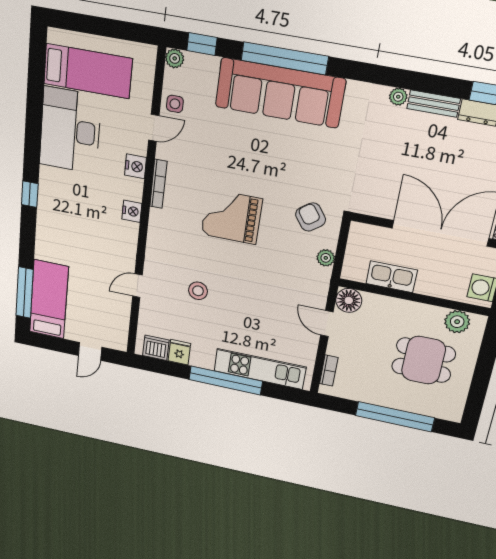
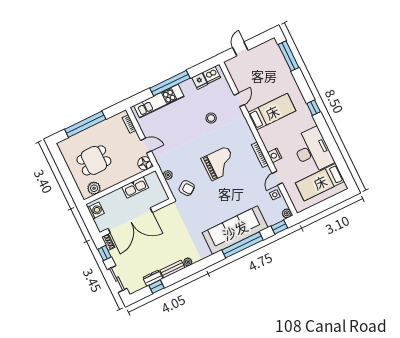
nightstand: (132, 211) -> (264, 134), removed
bed: (49, 299) -> (272, 112), moved, turned -90

